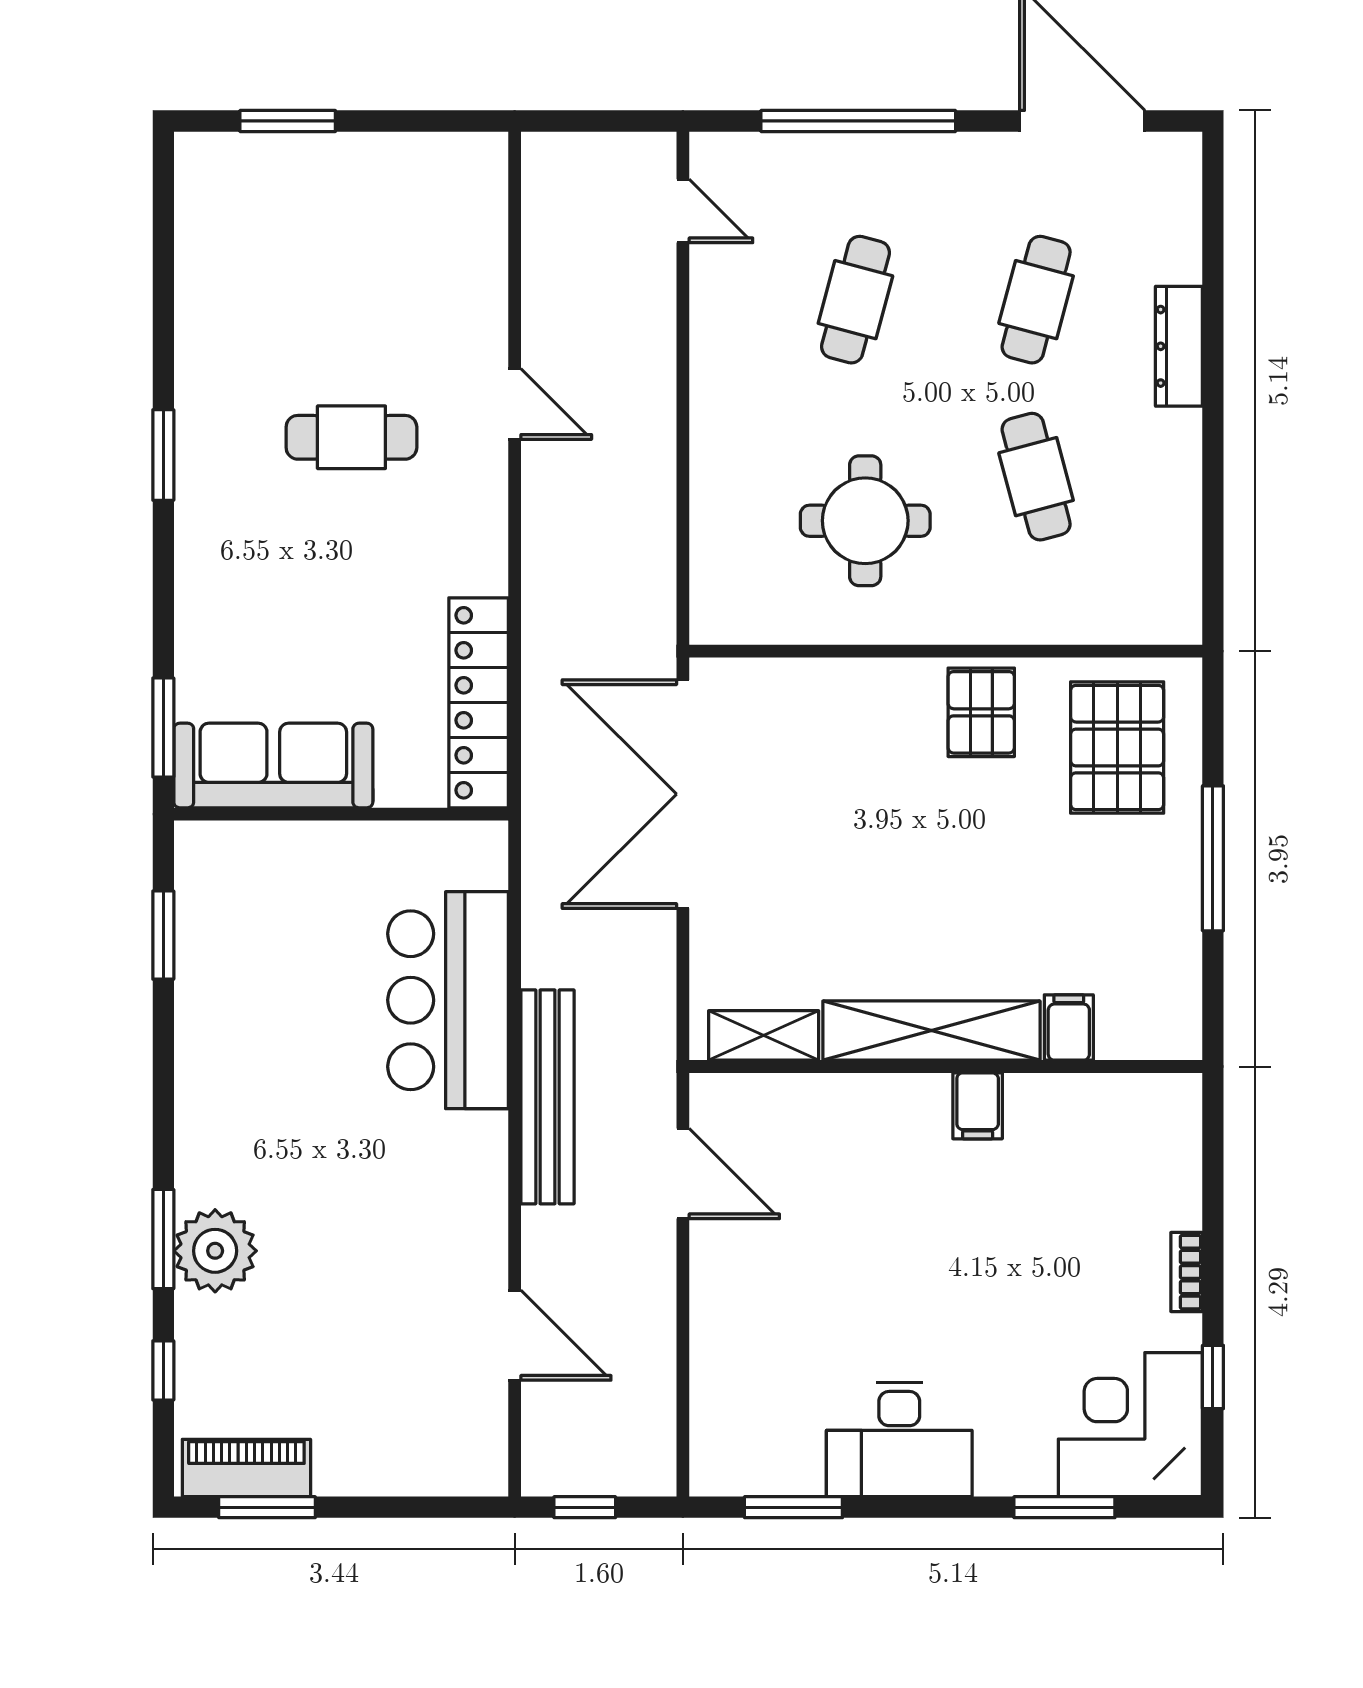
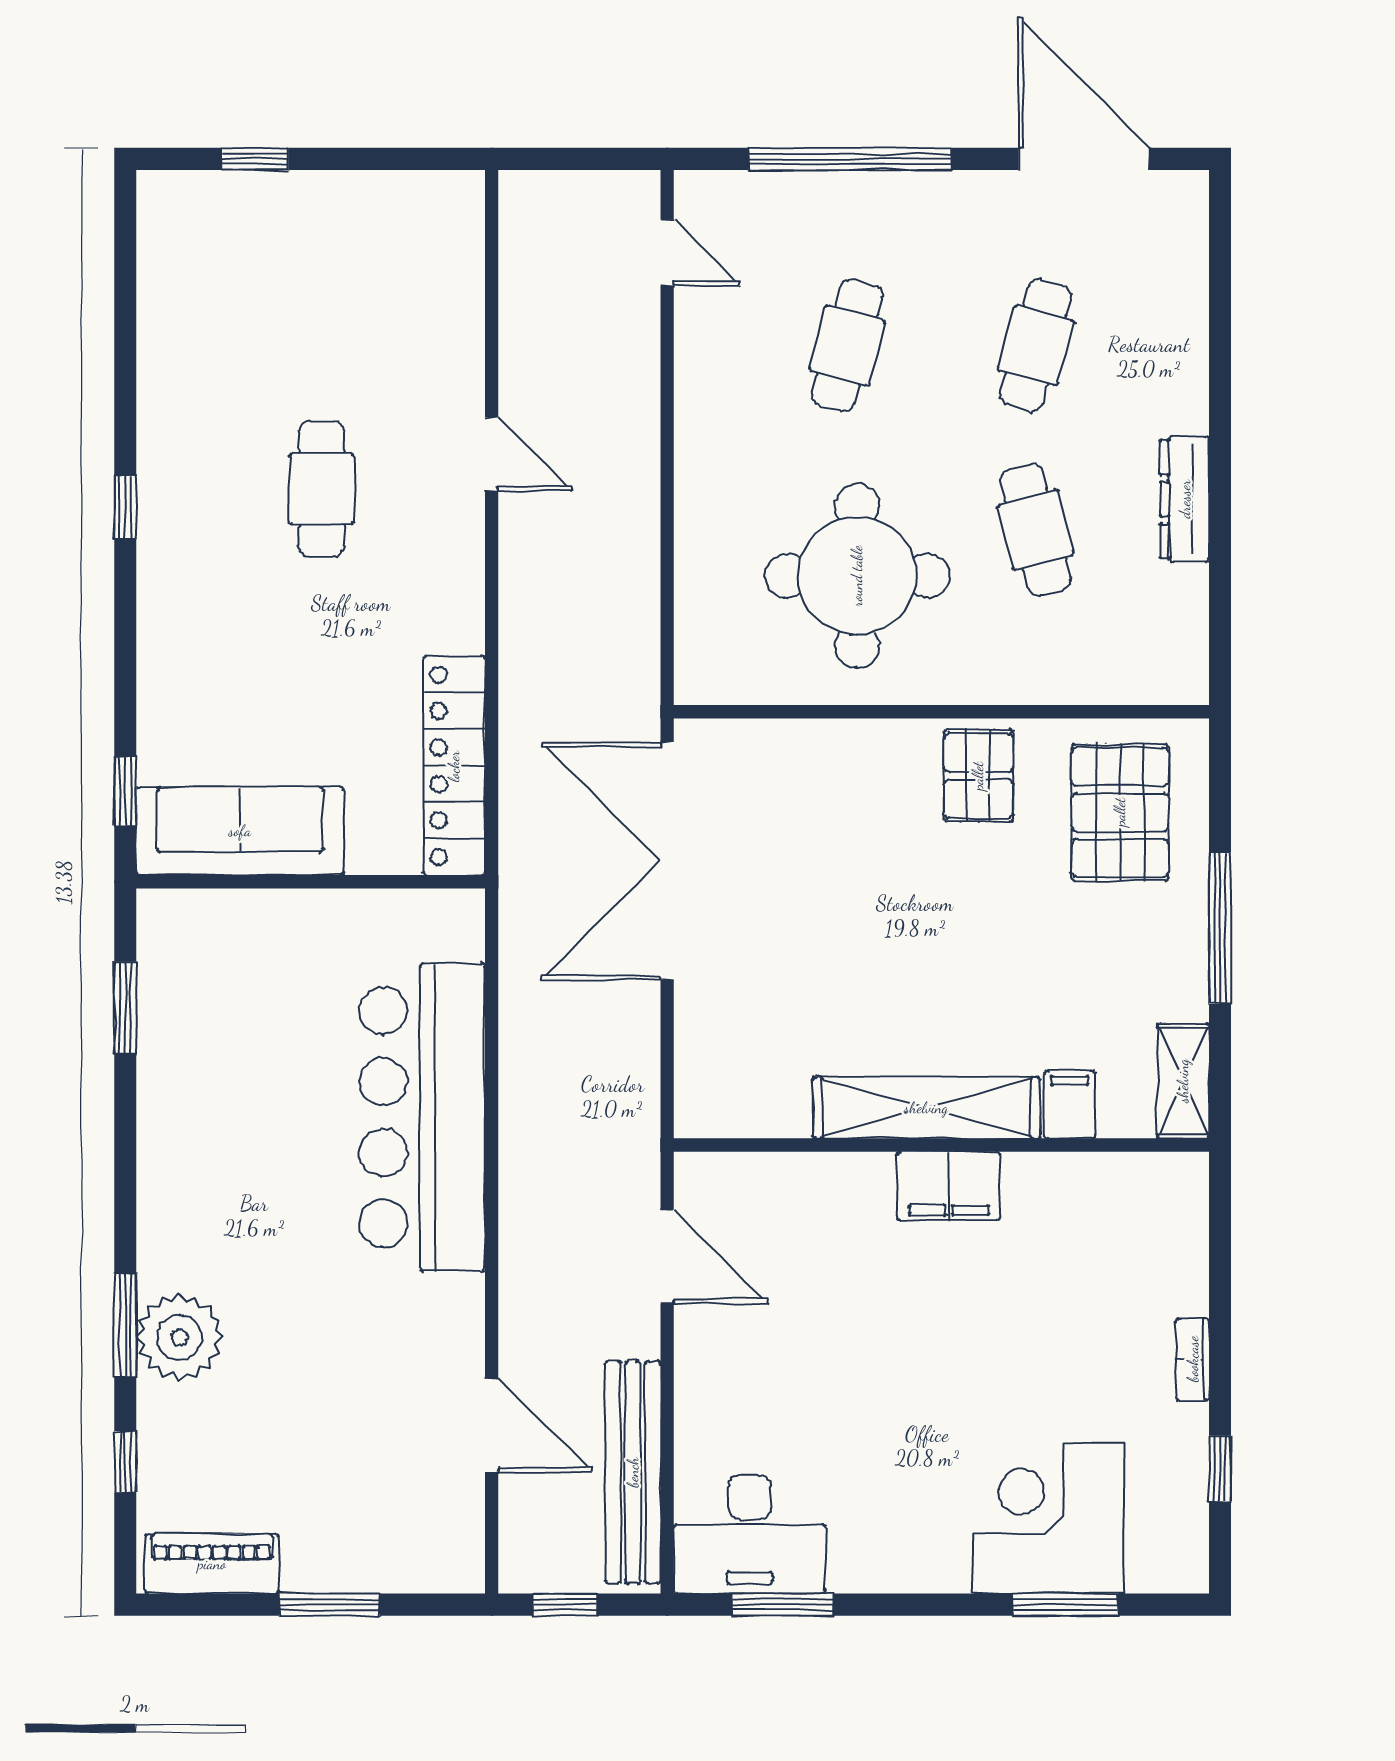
window: (288, 121) -> (255, 159), width x0.67
dresser: (1179, 346) -> (1185, 499), moved
cafe table: (351, 437) -> (322, 489), turned 90
window: (163, 455) -> (125, 507), width x0.67
round table: (865, 521) -> (857, 576), width x1.36, depth x1.36
window: (163, 728) -> (125, 792), width x0.67
bar counter: (448, 1000) -> (422, 1117), width x1.36
shelving: (764, 1035) -> (1183, 1081), moved, turned 90
bench: (547, 1097) -> (633, 1472), moved
filing cabinet: (978, 1106) -> (949, 1186), width x2.00
corner desk: (1130, 1425) -> (1048, 1519), moved
desk: (899, 1439) -> (750, 1534), moved
window: (267, 1507) -> (330, 1605), moved

